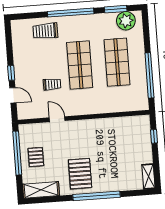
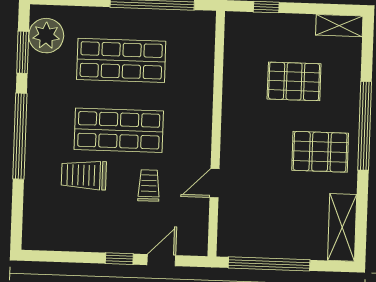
trolley: (45, 31) -> (84, 175), moved, turned 90
pallet: (36, 157) -> (294, 81), moved, width x1.50, depth x1.42

